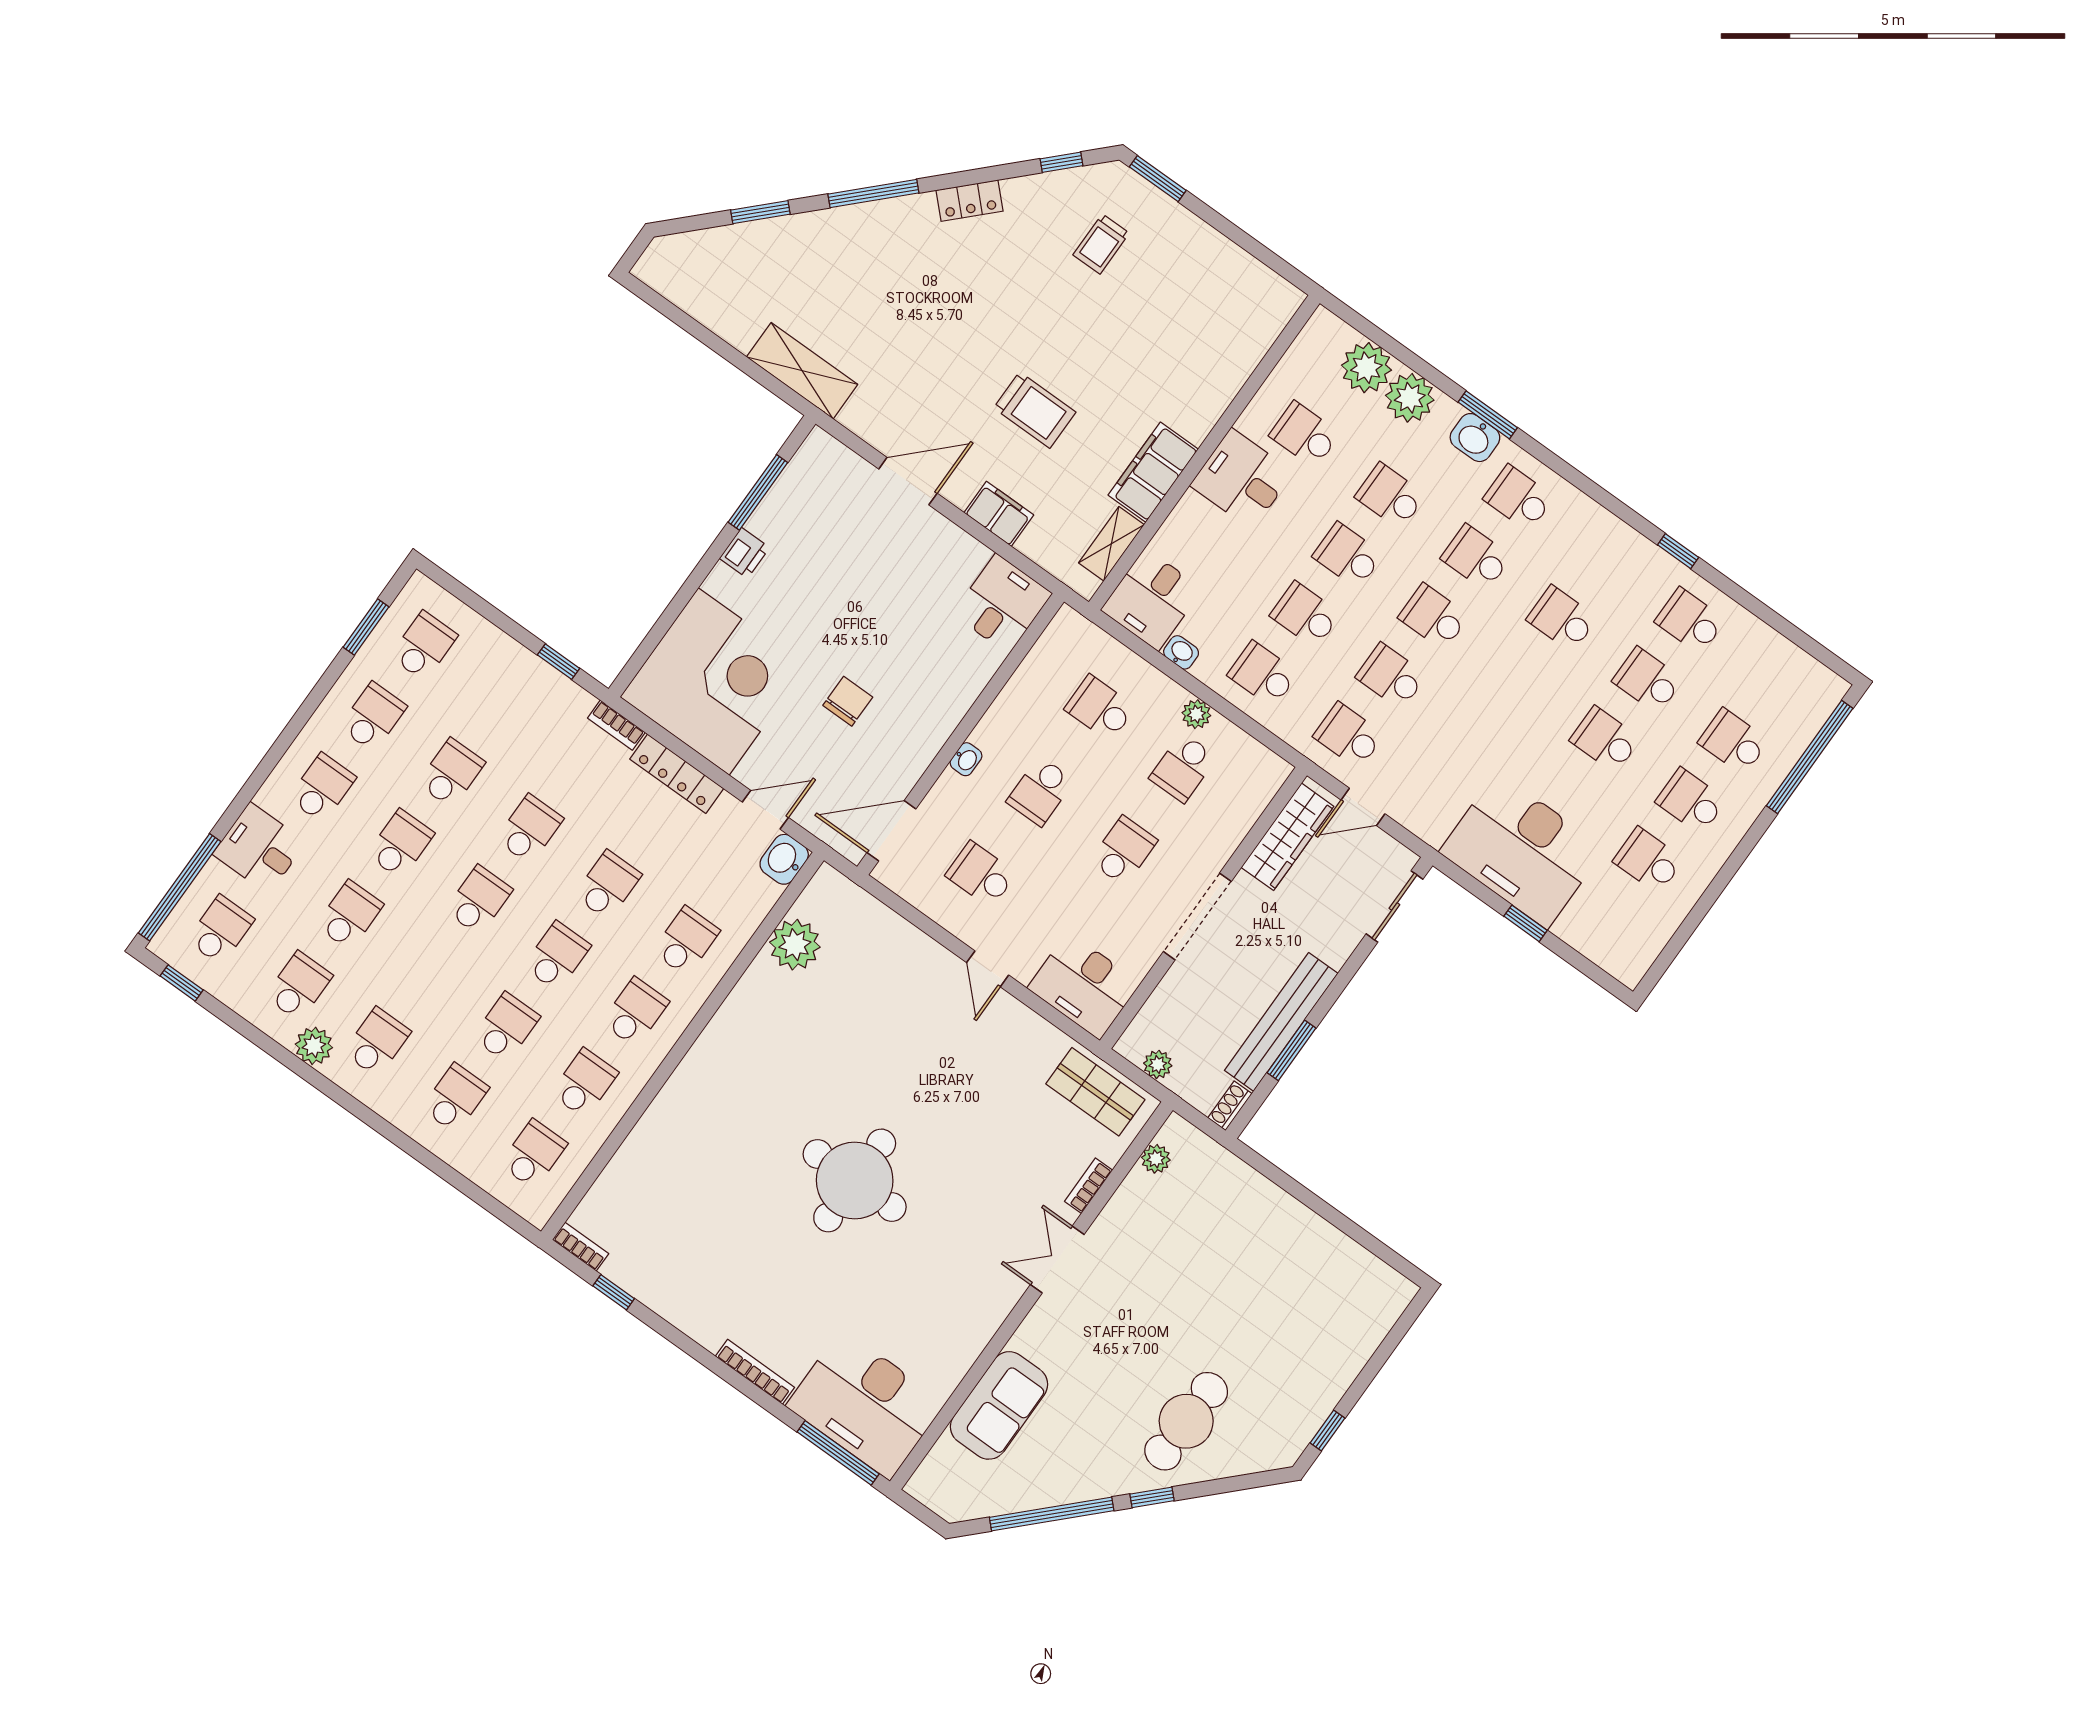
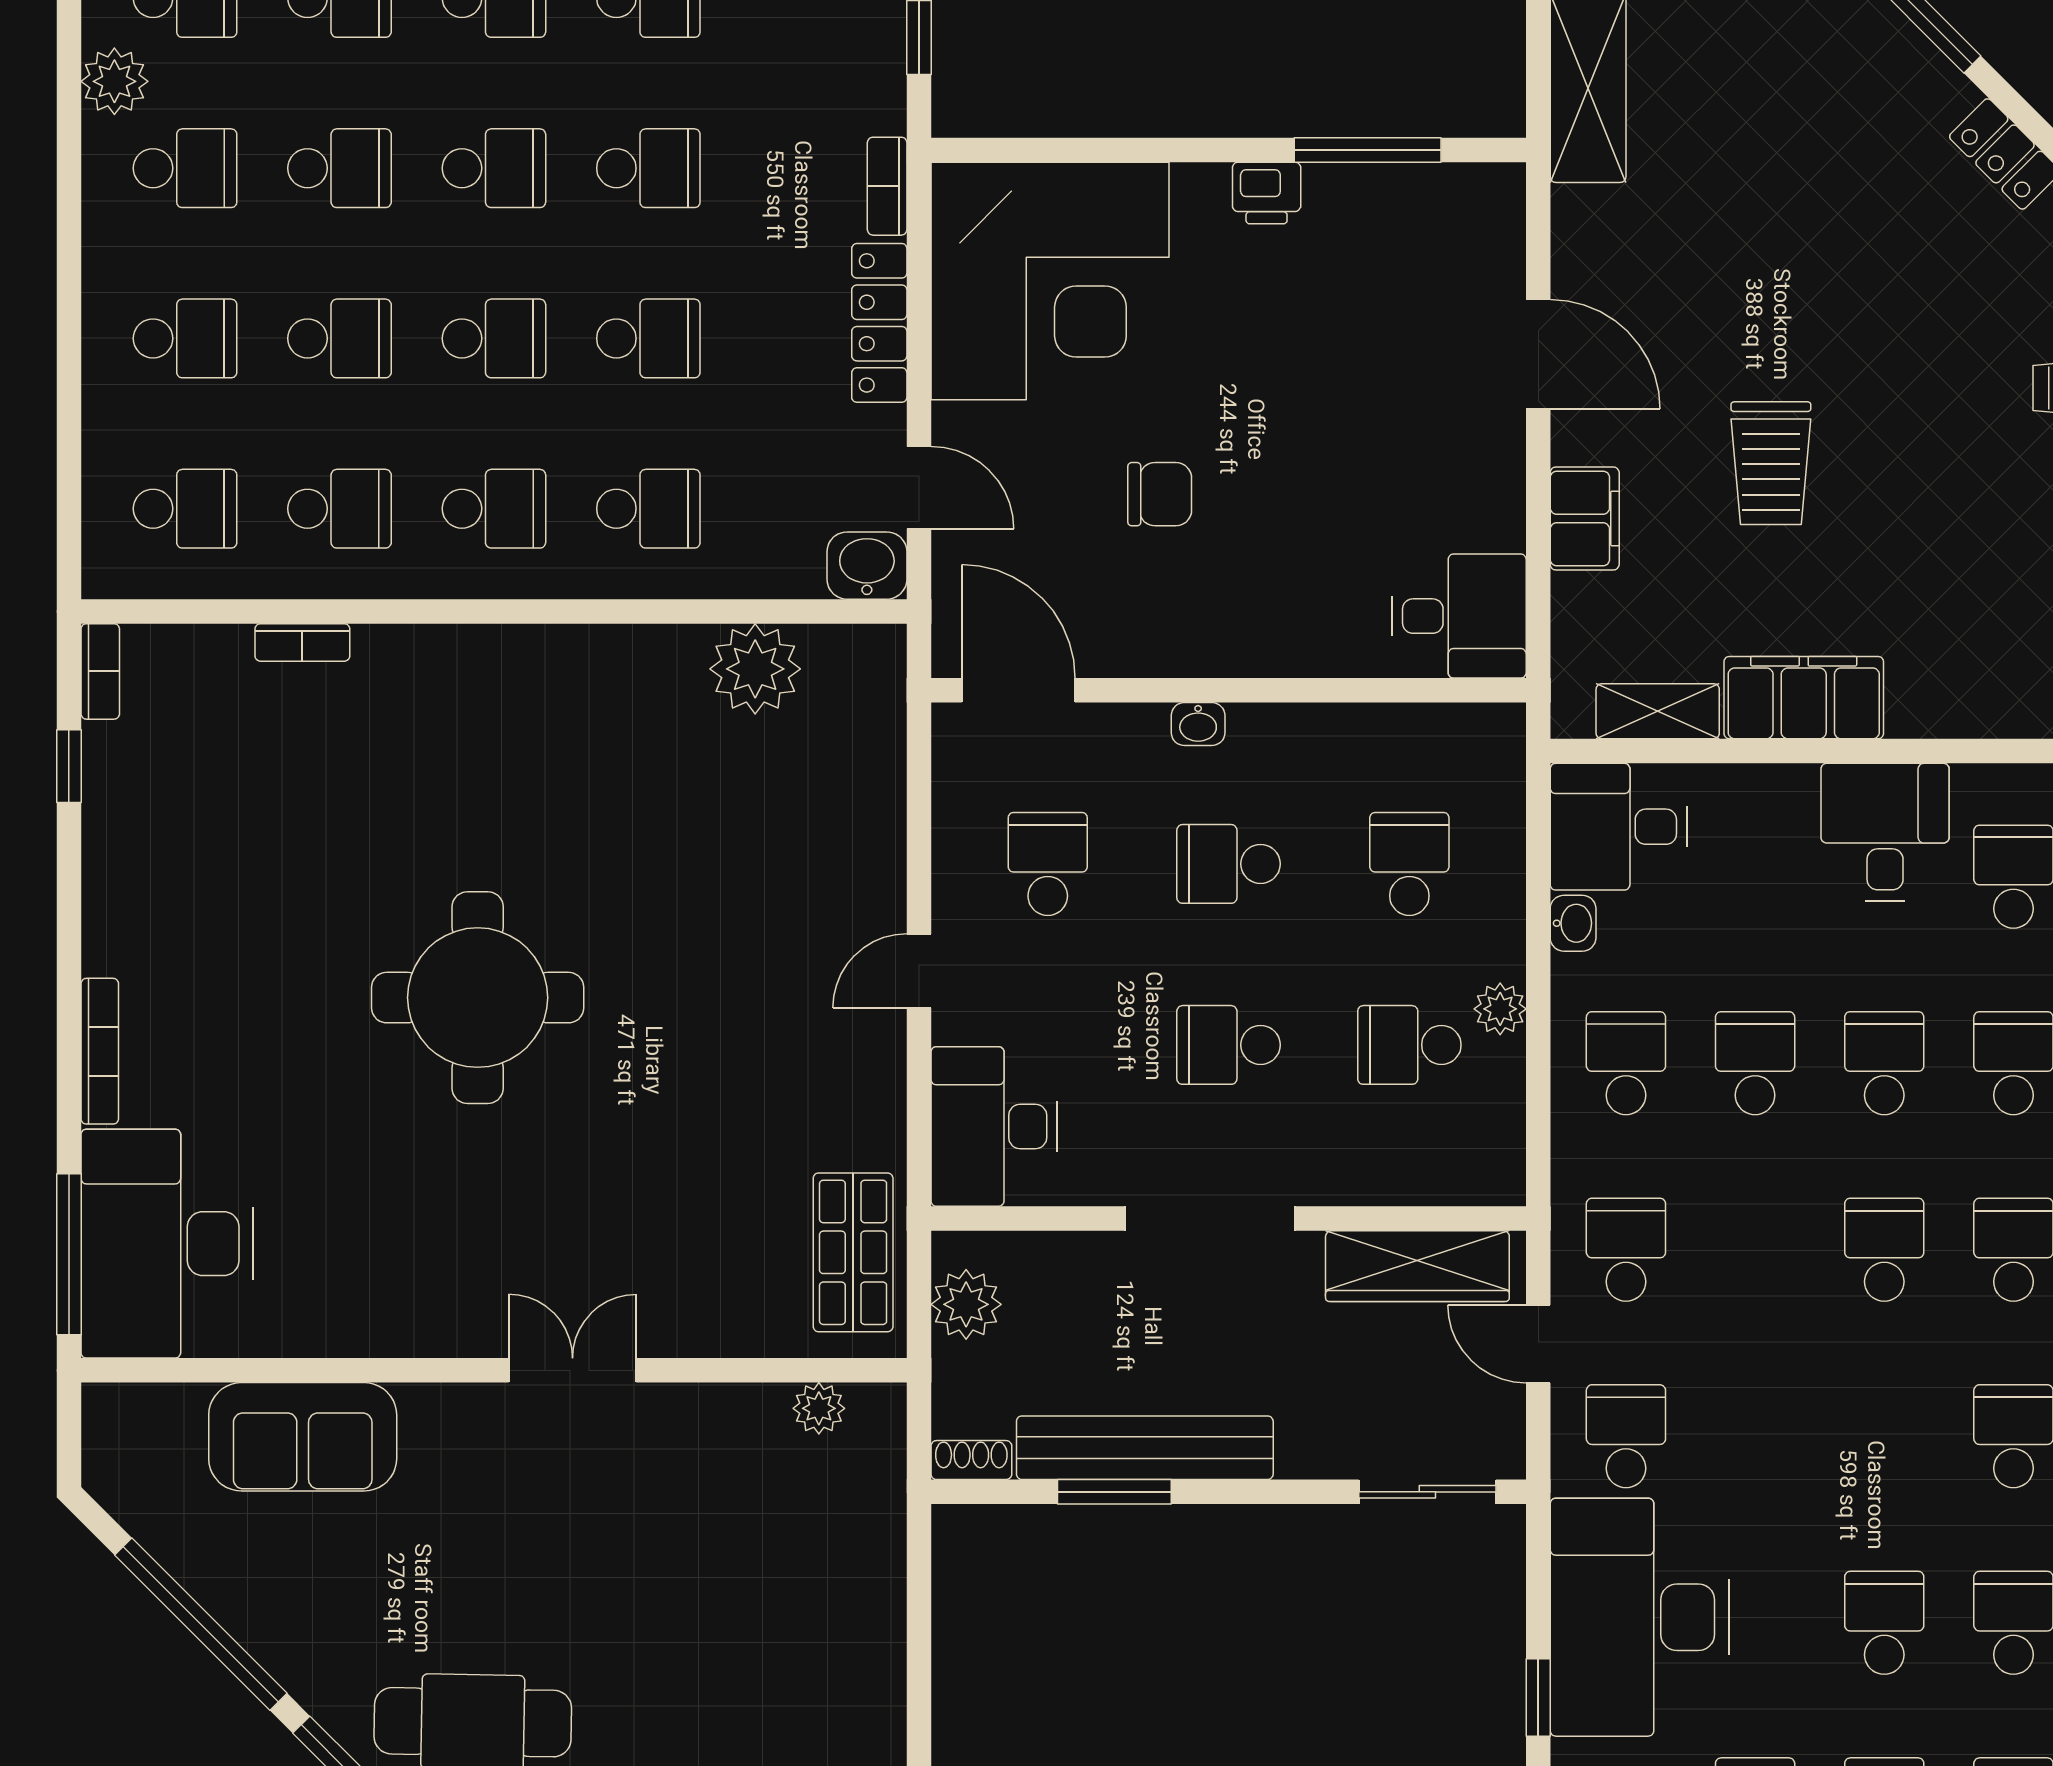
school desk: (1391, 676) -> (1626, 1436), moved
school desk: (1124, 851) -> (1229, 1045), turned 180
school desk: (428, 971) -> (339, 168), added
plant: (1158, 1064) -> (966, 1304), width x1.38, depth x1.38
bookcase: (1088, 1186) -> (302, 642), moved, turned 180

